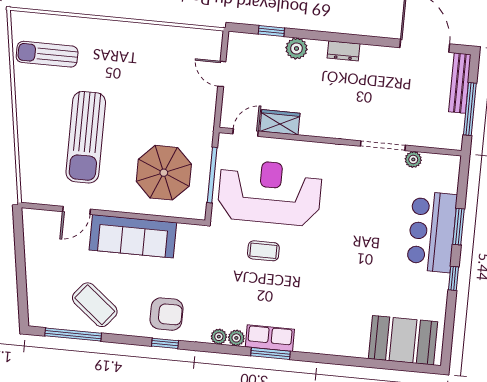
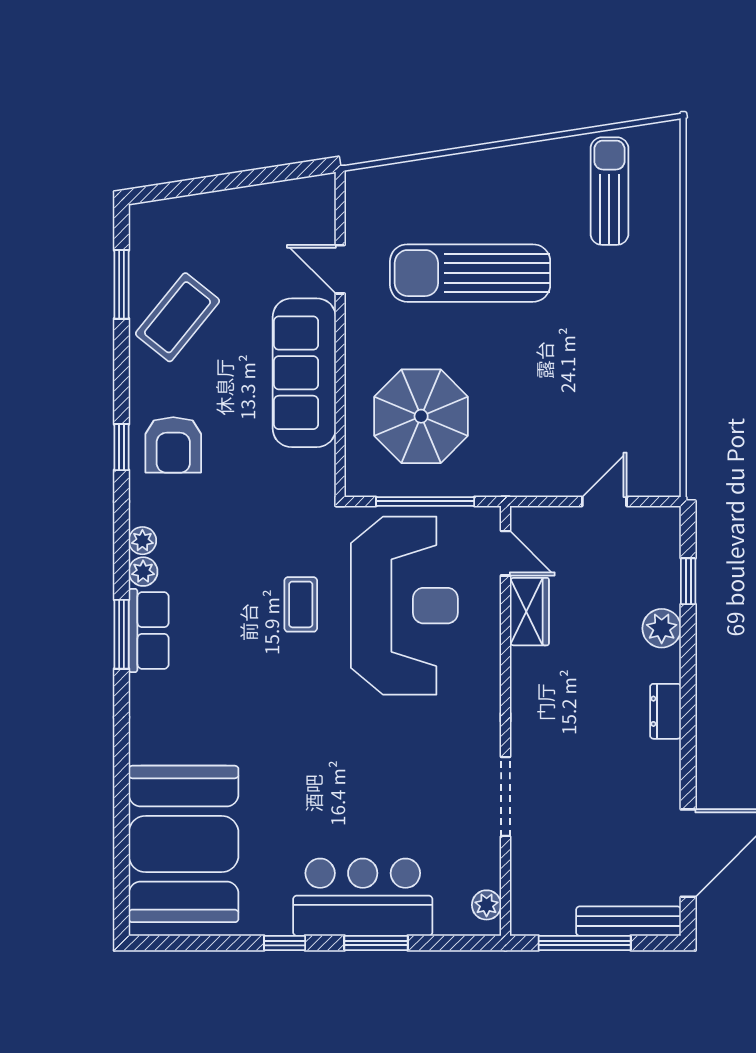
plant: (413, 159) -> (487, 905), moved
window: (73, 335) -> (122, 284), width x0.69
booth: (403, 340) -> (184, 844), width x1.36, depth x1.42

